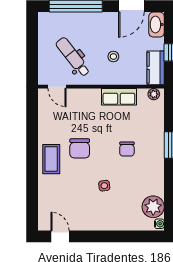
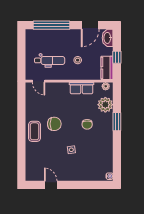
dental chair: (73, 57) -> (50, 60), turned 128
chair: (80, 148) -> (54, 124), turned -90
plant: (153, 207) -> (105, 105), moved
door: (60, 236) -> (51, 185), moved

